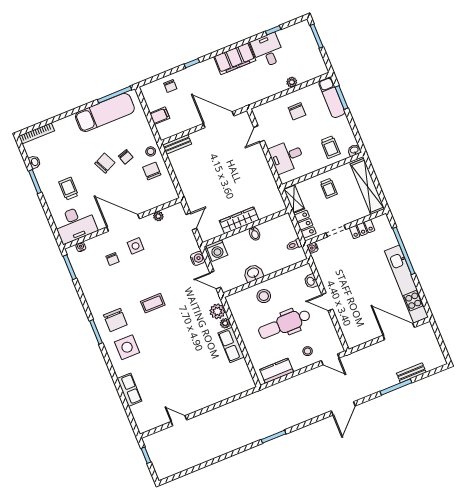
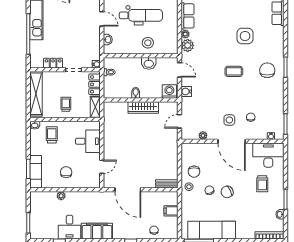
side table: (127, 347) -> (245, 36), moved

